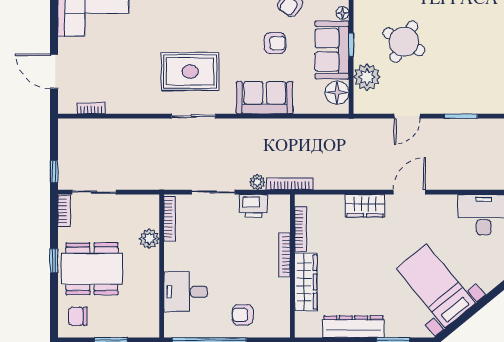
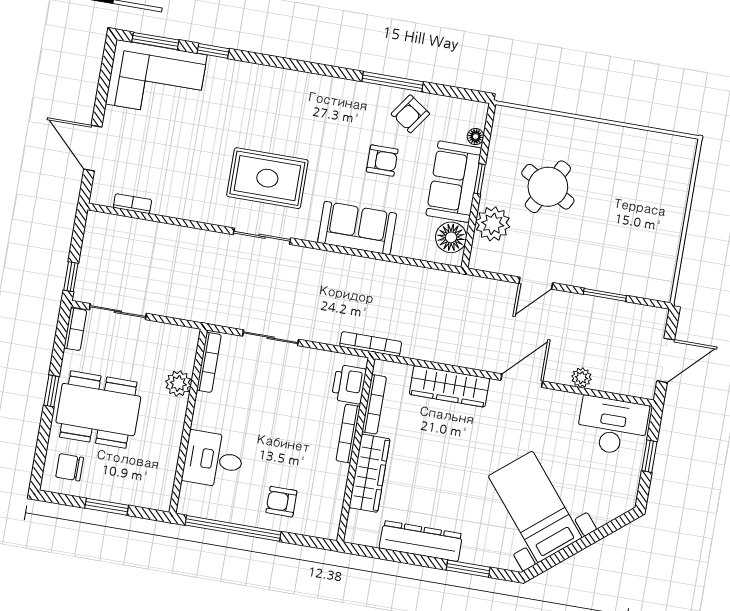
plant: (257, 182) -> (581, 378), moved
printer: (254, 206) -> (349, 384), moved, turned 90
wardrobe: (365, 206) -> (449, 386), width x1.50

